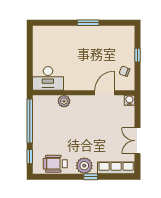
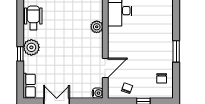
chair: (115, 37) -> (162, 78), added
door: (105, 93) -> (105, 68), hinge flipped
row of seats: (116, 168) -> (29, 86), width x0.68

